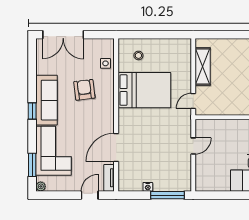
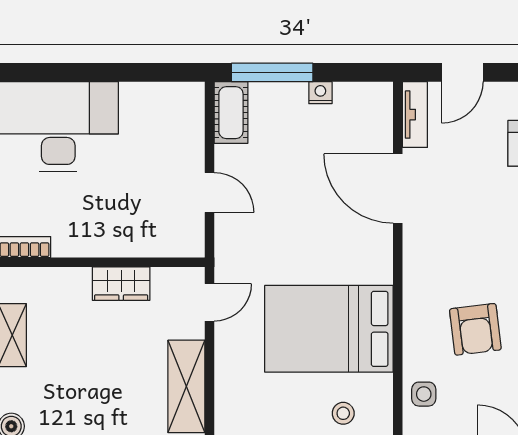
wardrobe: (229, 109) -> (121, 284), added
door: (193, 146) -> (210, 192), swing flipped
door: (116, 148) -> (398, 188), swing flipped
cot: (184, 179) -> (231, 113), added

